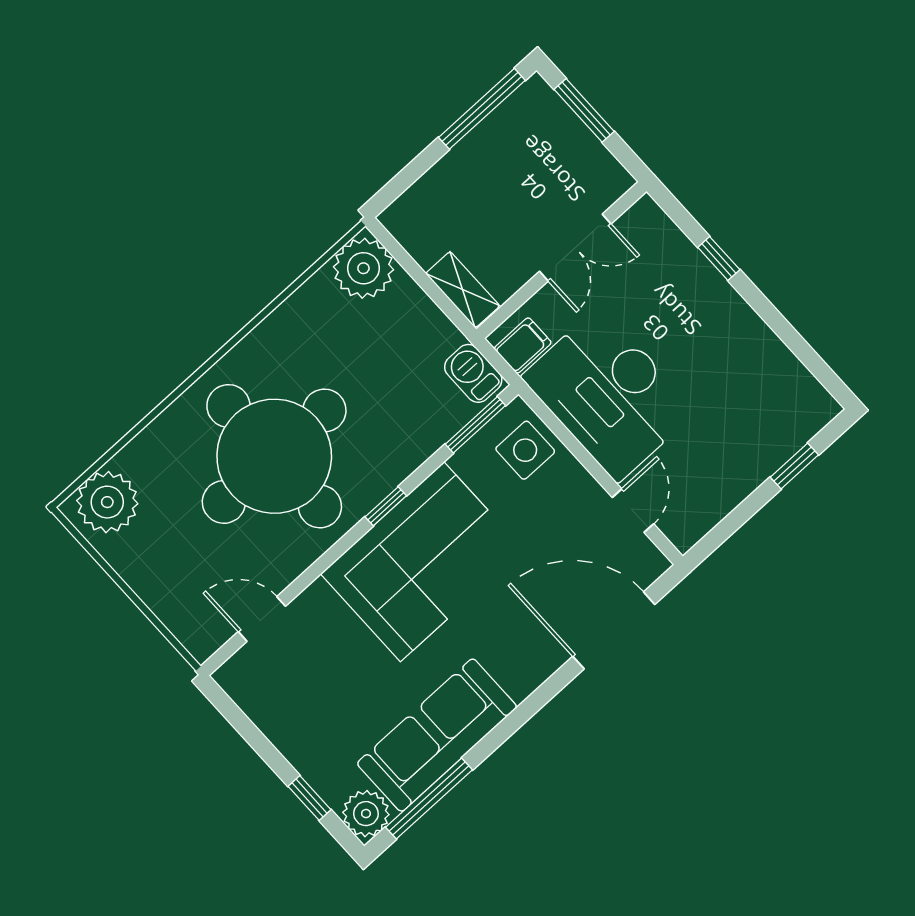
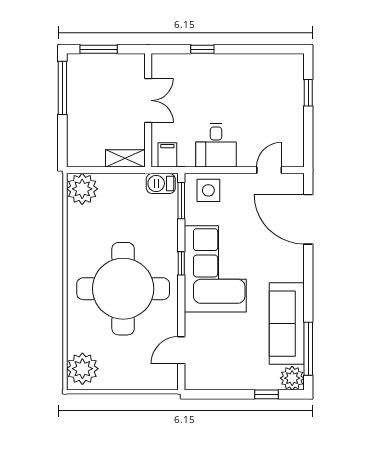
desk: (609, 394) -> (216, 145), width x0.53, depth x0.77
door: (633, 511) -> (269, 170), hinge flipped
door: (614, 630) -> (308, 219), hinge flipped

